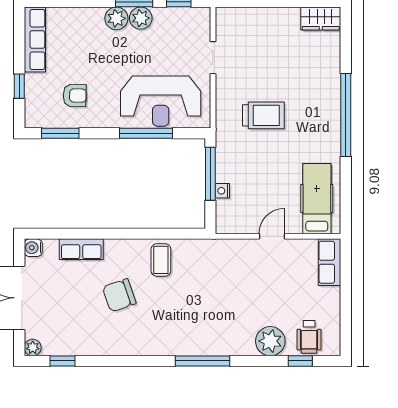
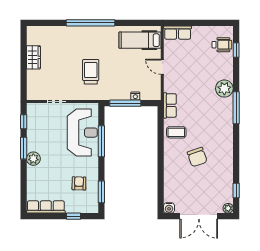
plant: (141, 18) -> (33, 144), removed
wardrobe: (321, 19) -> (33, 57), moved
row of seats: (81, 249) -> (170, 105), moved
plant: (270, 341) -> (224, 89), moved

